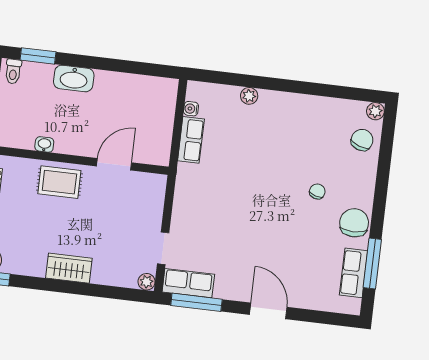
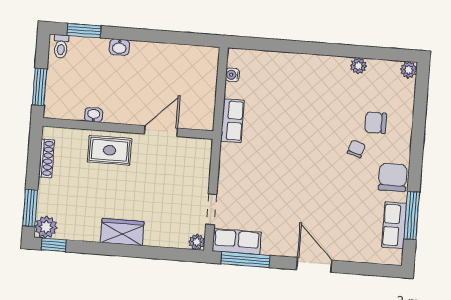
washbasin: (74, 78) -> (119, 47), width x0.52, depth x0.69
plant: (249, 96) -> (358, 66), moved
row of seats: (191, 140) -> (232, 121), moved
chair: (362, 140) -> (376, 123), moved, turned -109

